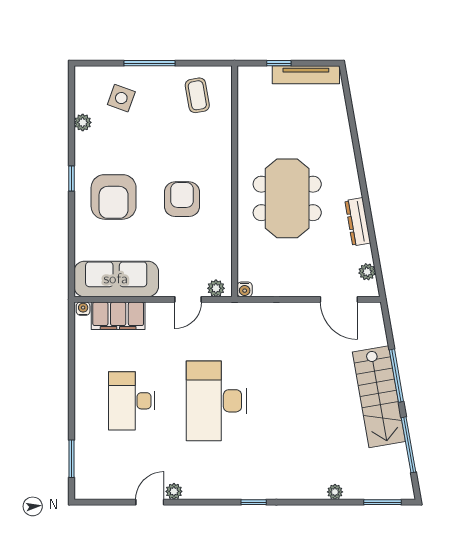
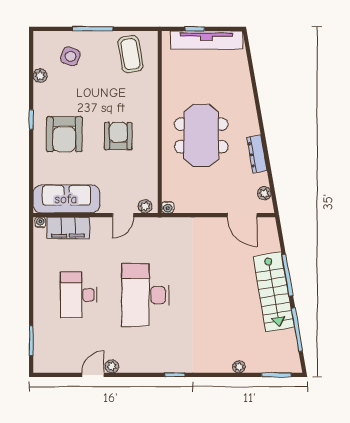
tv unit: (306, 75) -> (206, 40), width x1.36, depth x1.29
coffee table: (197, 95) -> (130, 54), width x1.36, depth x1.30

